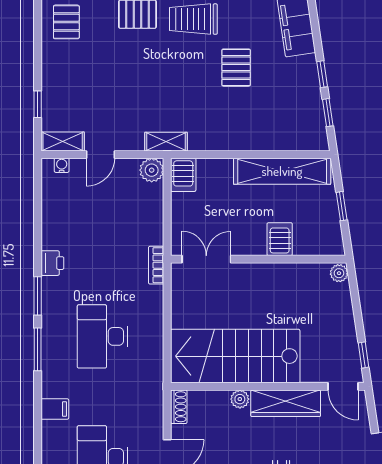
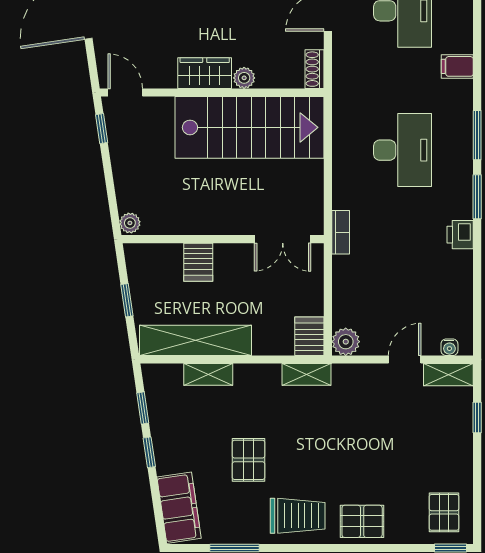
shelving: (166, 142) -> (307, 374), moved
shelving: (271, 142) -> (208, 374), added
wardrobe: (286, 403) -> (205, 73), width x0.67

